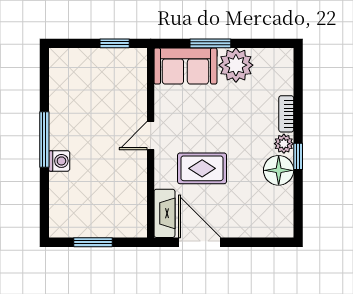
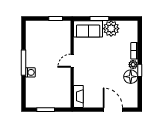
rug: (202, 168) -> (96, 76), removed
door: (200, 242) -> (113, 110), moved

